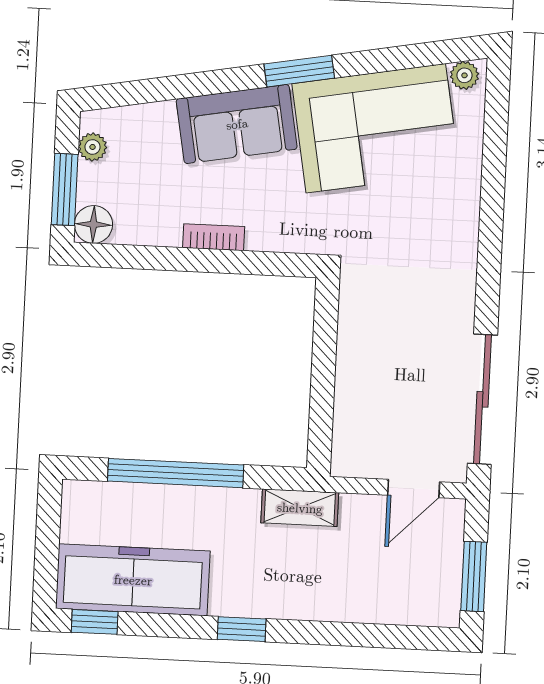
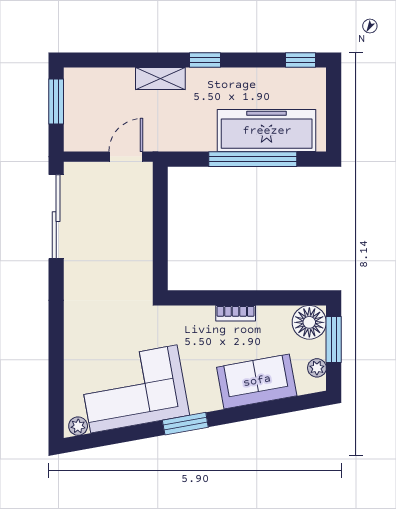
sofa: (237, 124) -> (257, 381), moved
floor lamp: (93, 224) -> (309, 322), width x1.38, depth x1.38
door: (414, 488) -> (126, 157), moved
shelving: (300, 508) -> (160, 79), moved
freezer: (133, 580) -> (267, 131), moved, turned 180

